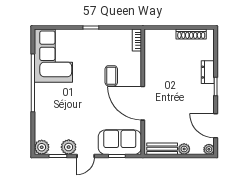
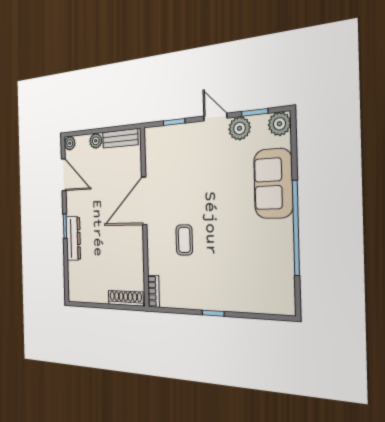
shoe rack: (191, 34) -> (126, 298), moved
corner sofa: (53, 56) -> (266, 272), removed
dresser: (208, 72) -> (73, 238), width x1.44
door: (143, 103) -> (144, 201), swing flipped
sofa: (120, 142) -> (273, 183), moved, turned 90
door: (86, 156) -> (215, 117), hinge flipped

